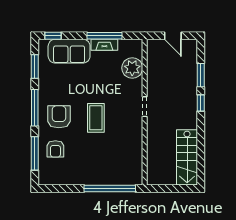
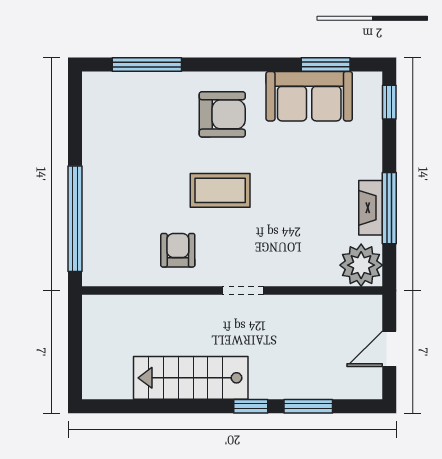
sofa: (69, 51) -> (309, 96), moved, turned -90
plant: (132, 68) -> (361, 265), moved
window: (35, 108) -> (241, 64), removed
armchair: (55, 149) -> (178, 250), moved, turned 90
stairs: (187, 157) -> (191, 378), moved

